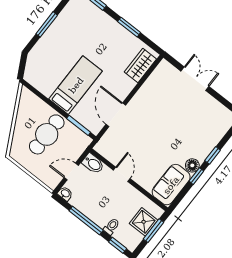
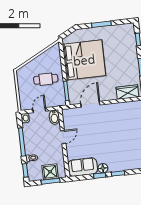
bed: (76, 85) -> (84, 60), width x2.04
cafe table: (47, 134) -> (46, 79), width x0.73, depth x0.74
door: (71, 172) -> (39, 110), hinge flipped

